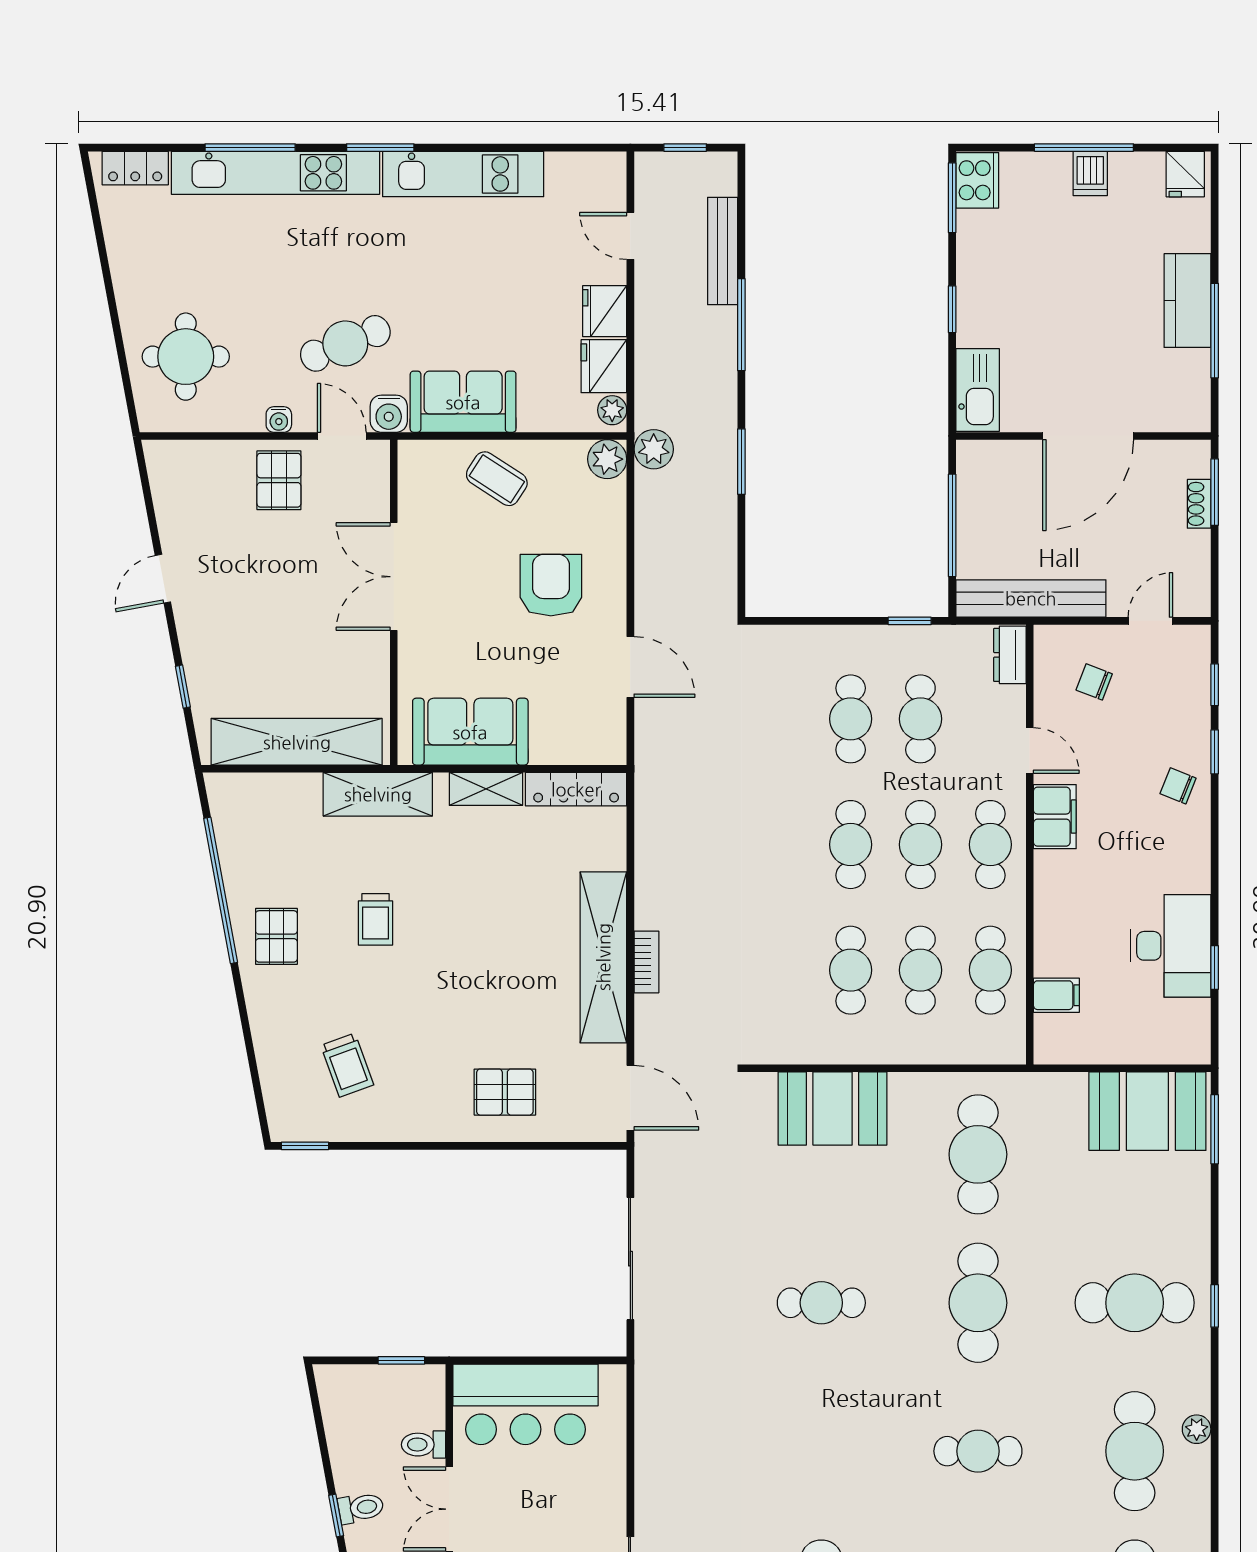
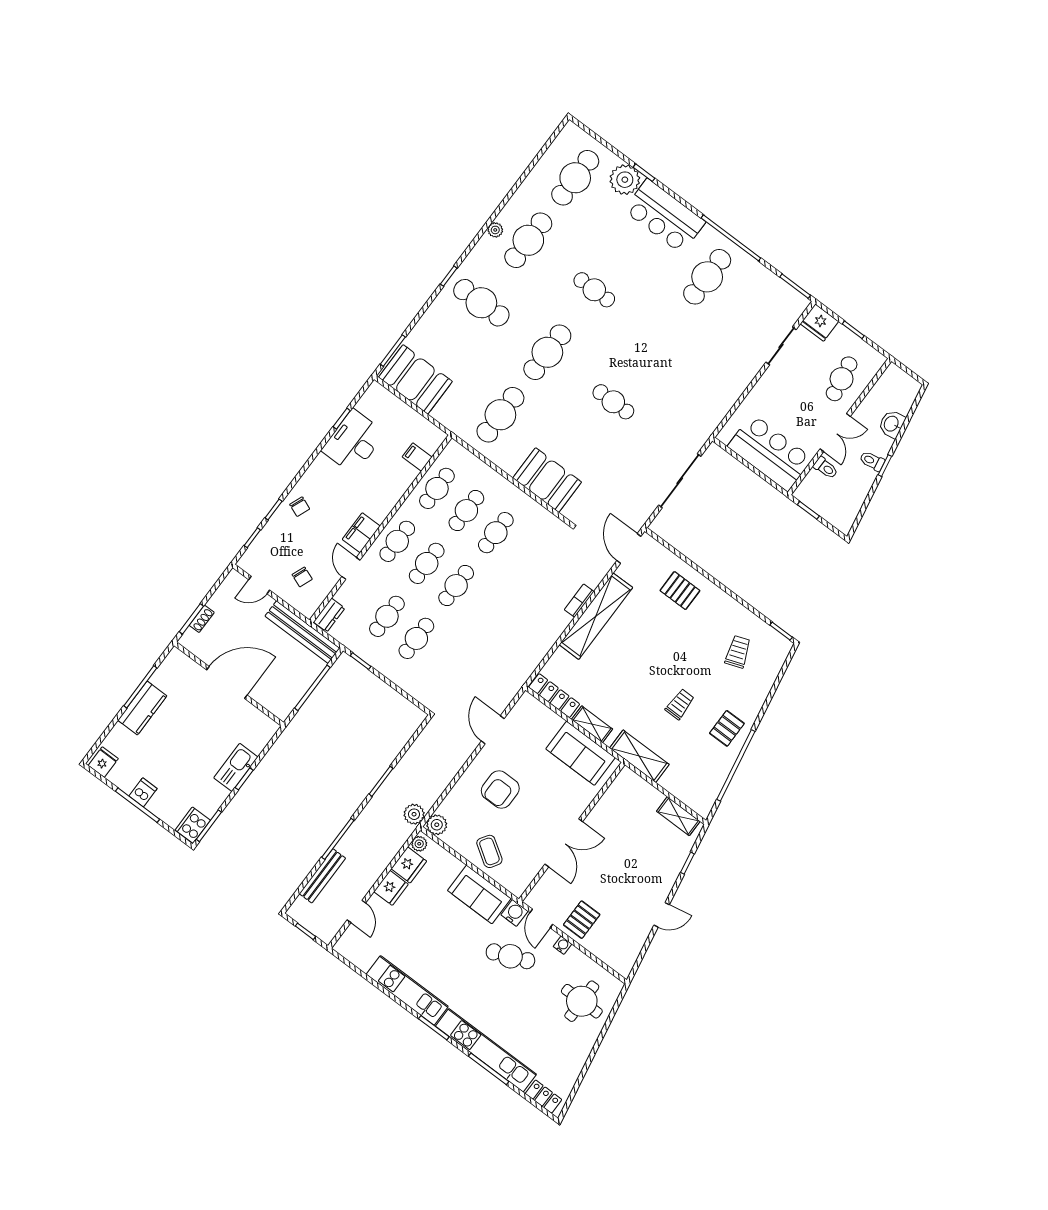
kitchen sink: (978, 390) -> (236, 767), moved
shelving: (297, 742) -> (678, 816), width x0.45, depth x0.75

